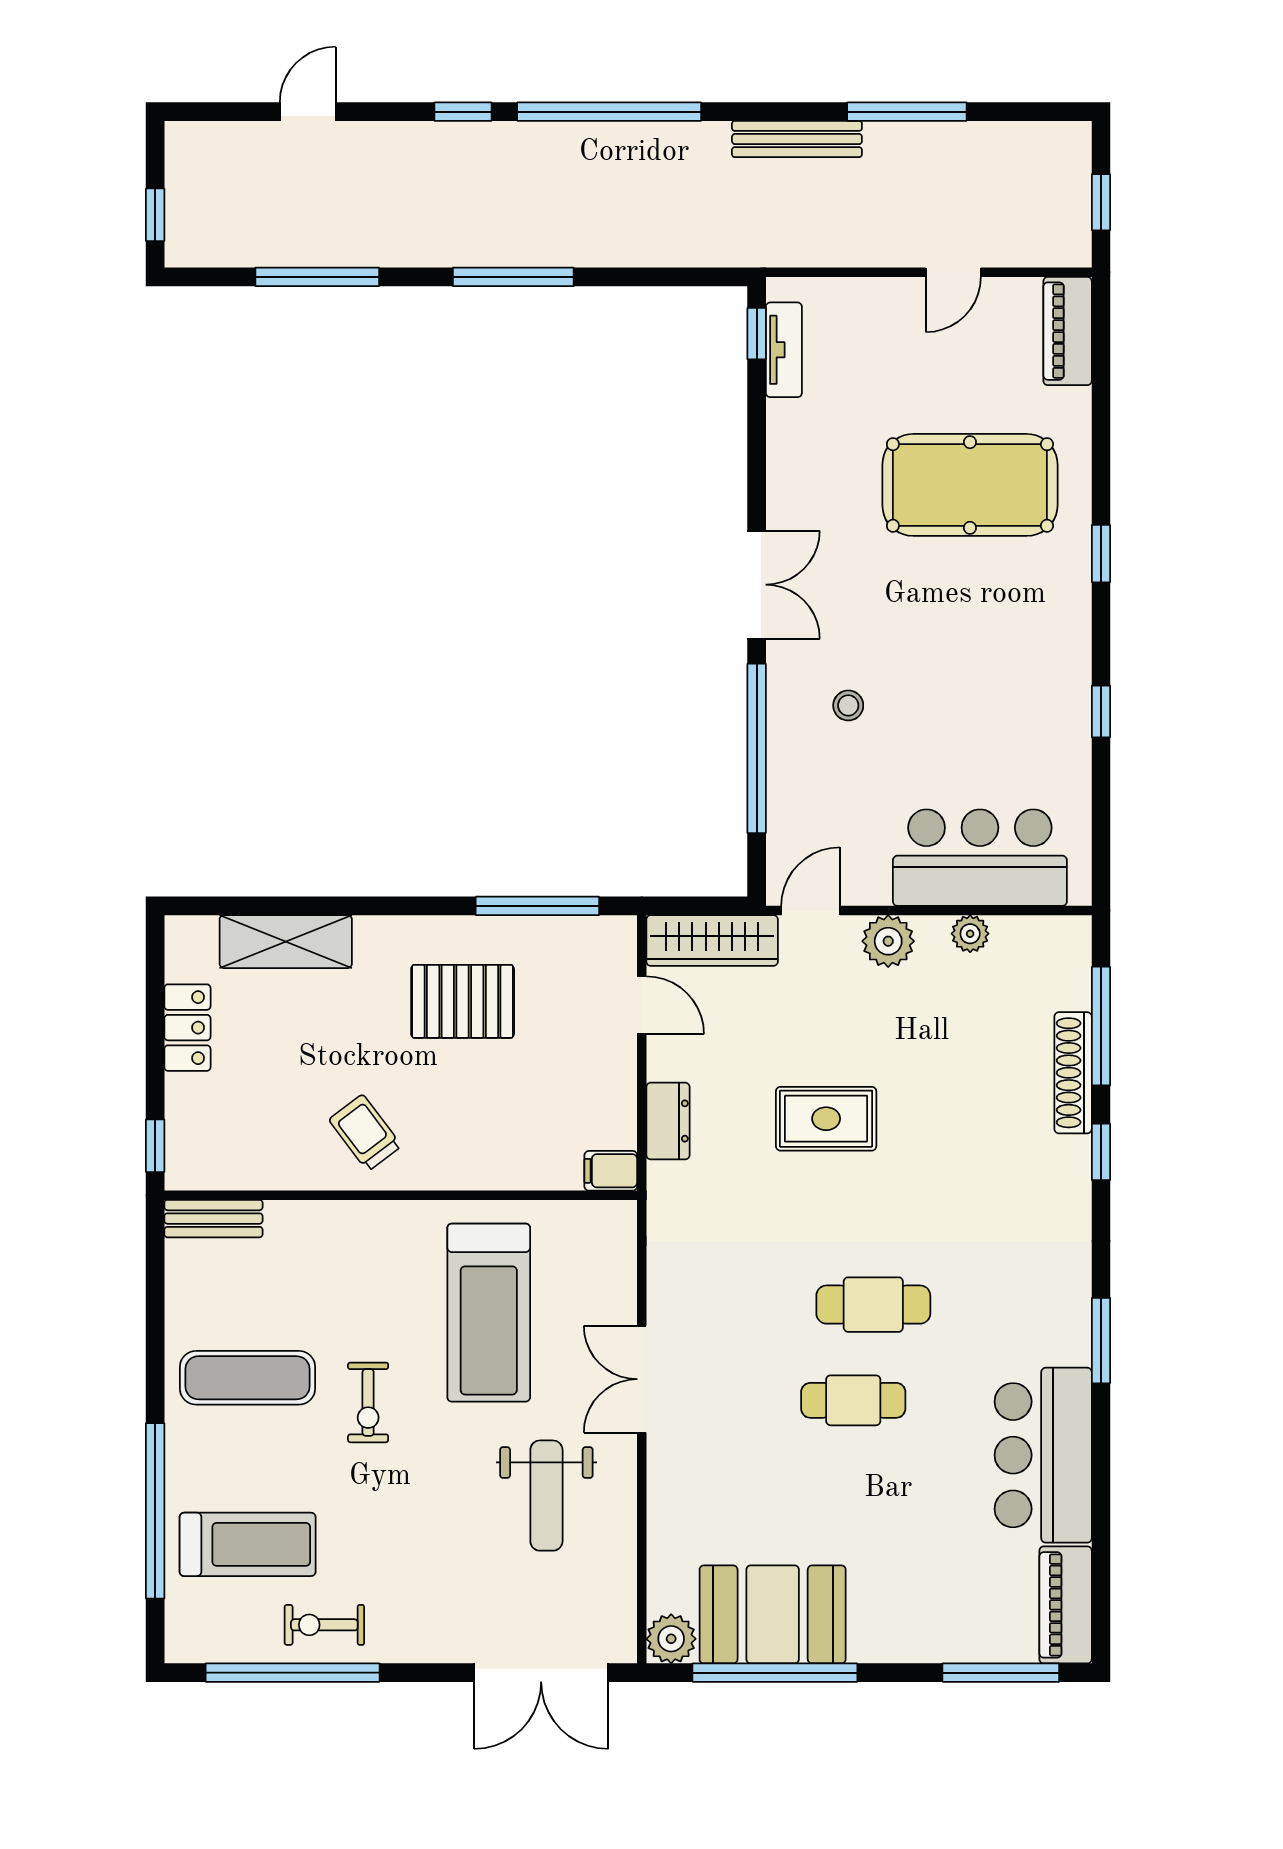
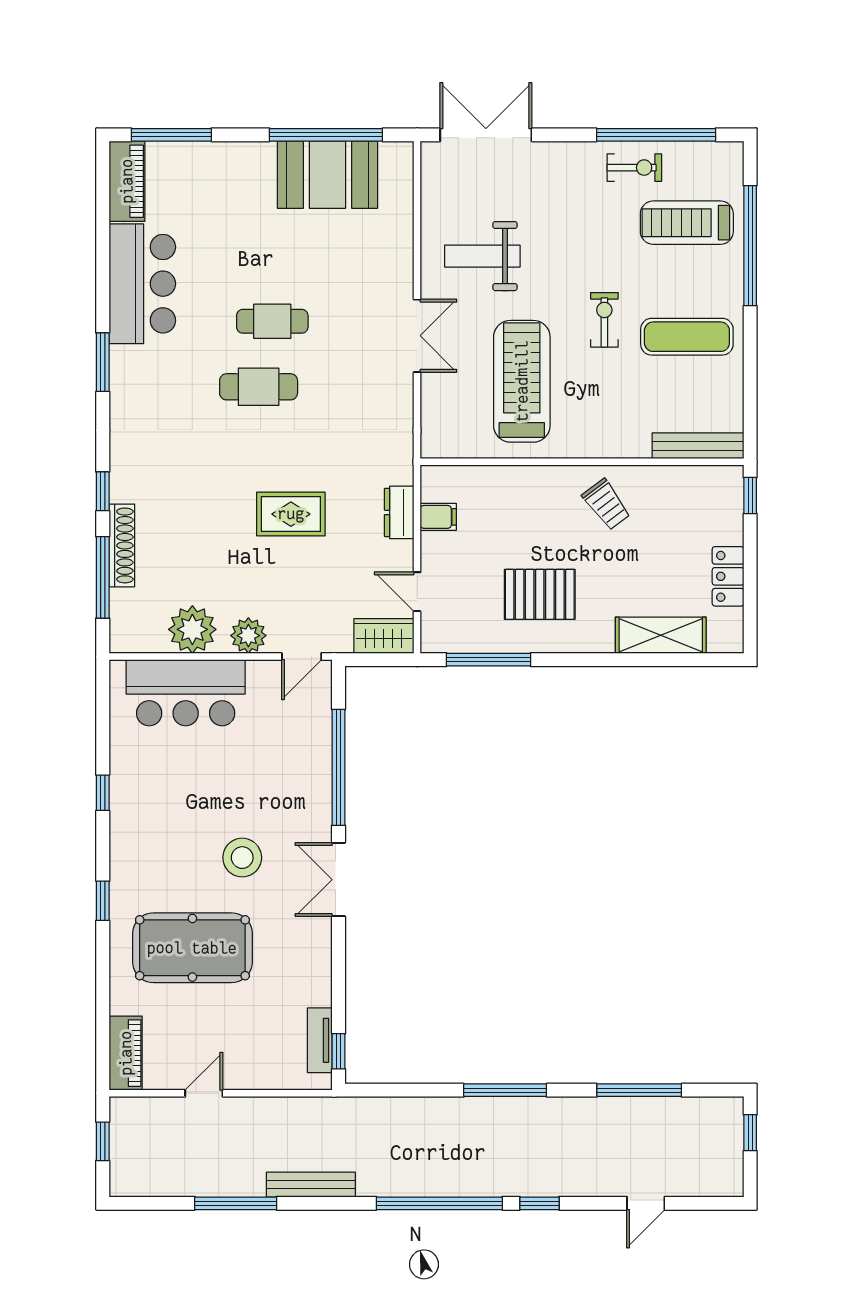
stool: (848, 705) -> (242, 858), moved, width x1.89, depth x1.89
plant: (970, 934) -> (192, 629), width x1.87, depth x1.87
wardrobe: (712, 941) -> (384, 636), width x0.67
filing cabinet: (611, 1171) -> (438, 517), moved
bench: (213, 1219) -> (698, 446), width x1.36
weight bench: (546, 1496) -> (482, 256), turned -90
plant: (671, 1639) -> (397, 158), removed

